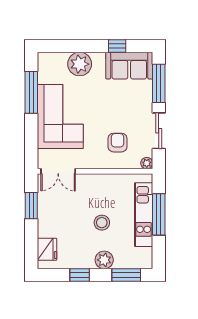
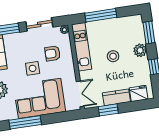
side table: (102, 113) -> (33, 68), added
kitchen unit: (144, 215) -> (82, 47), moved, turned -90
kitchen counter: (46, 219) -> (116, 97), added

